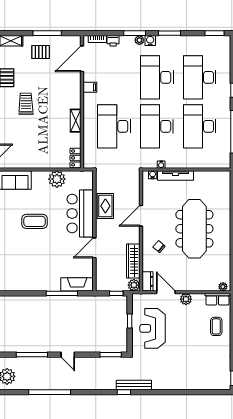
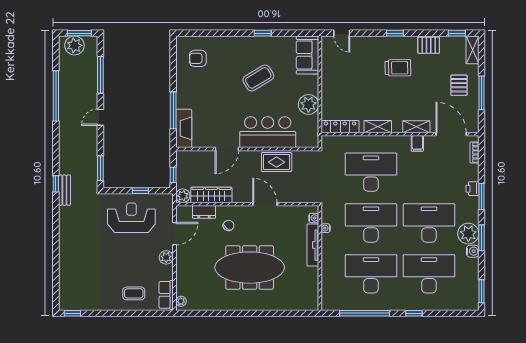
plant: (139, 40) -> (468, 234), moved, width x1.88, depth x1.88
printer: (113, 41) -> (472, 189), moved
water cooler: (150, 41) -> (473, 251), moved
shelving: (76, 88) -> (416, 127), added
locker: (75, 158) -> (340, 127), width x1.53
coffee table: (35, 221) -> (258, 78), turned 59
door: (94, 248) -> (227, 149), swing flipped
armchair: (18, 272) -> (198, 58), added
dresser: (148, 281) -> (204, 212), moved
bench: (134, 385) -> (64, 190), width x0.73

